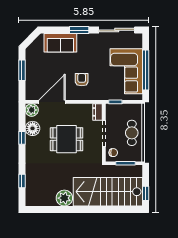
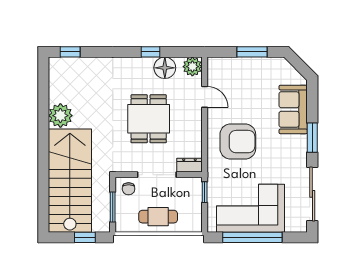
armchair: (82, 80) -> (238, 142), width x1.88, depth x1.88
door: (52, 102) -> (205, 97), width x0.53
window: (22, 181) -> (70, 52), moved
window: (146, 193) -> (85, 237), moved

